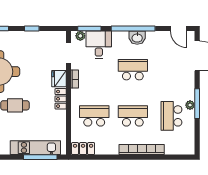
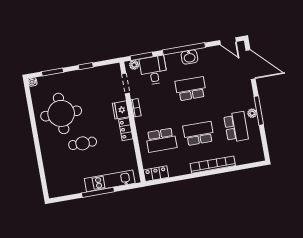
school desk: (94, 116) -> (161, 140), turned 180
school desk: (171, 116) -> (236, 127), turned 180
window: (40, 157) -> (98, 192), moved

